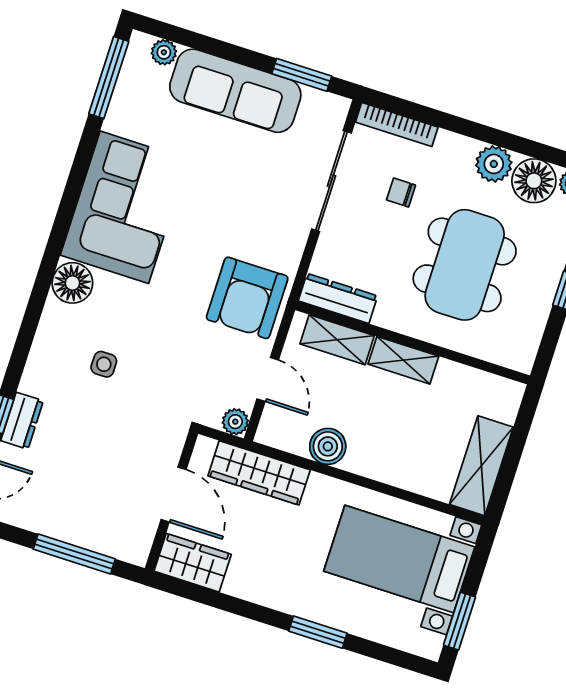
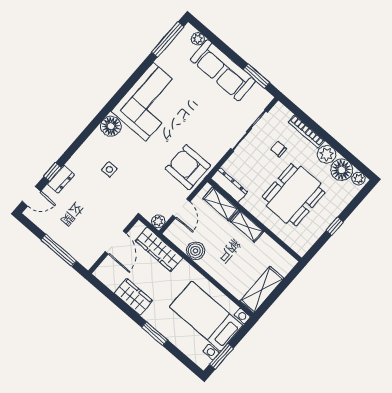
bookcase: (397, 125) -> (306, 132), moved
armchair: (247, 298) -> (188, 167), turned 90
wardrobe: (193, 563) -> (133, 297), moved

